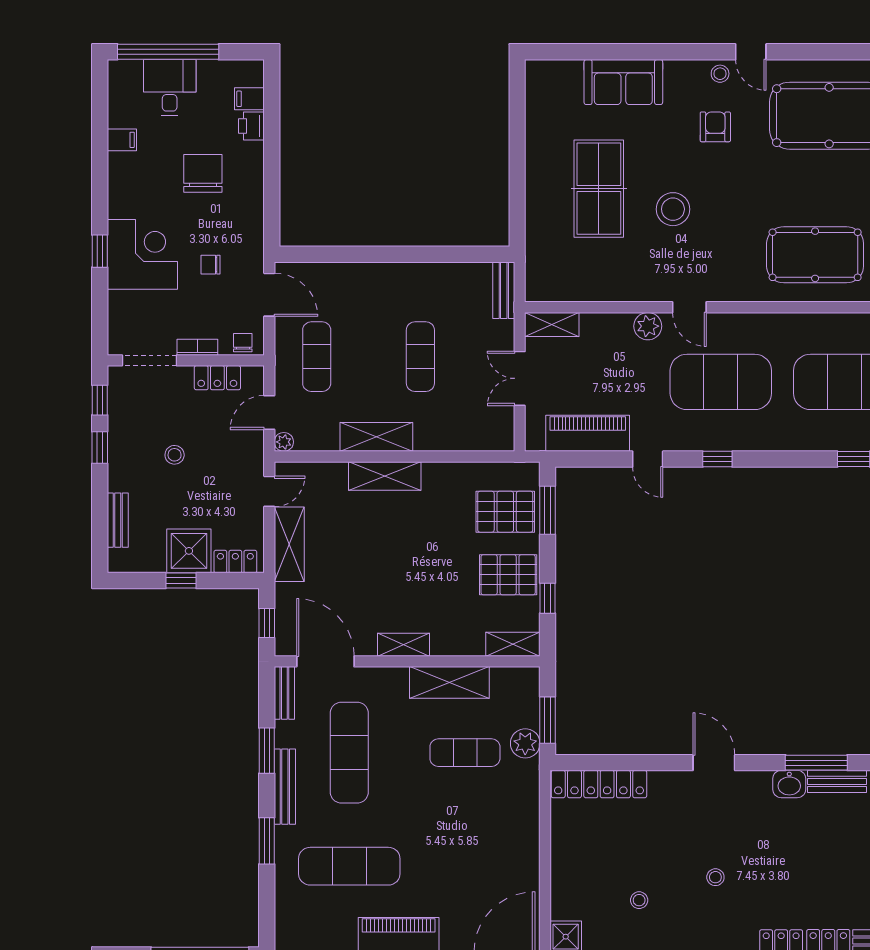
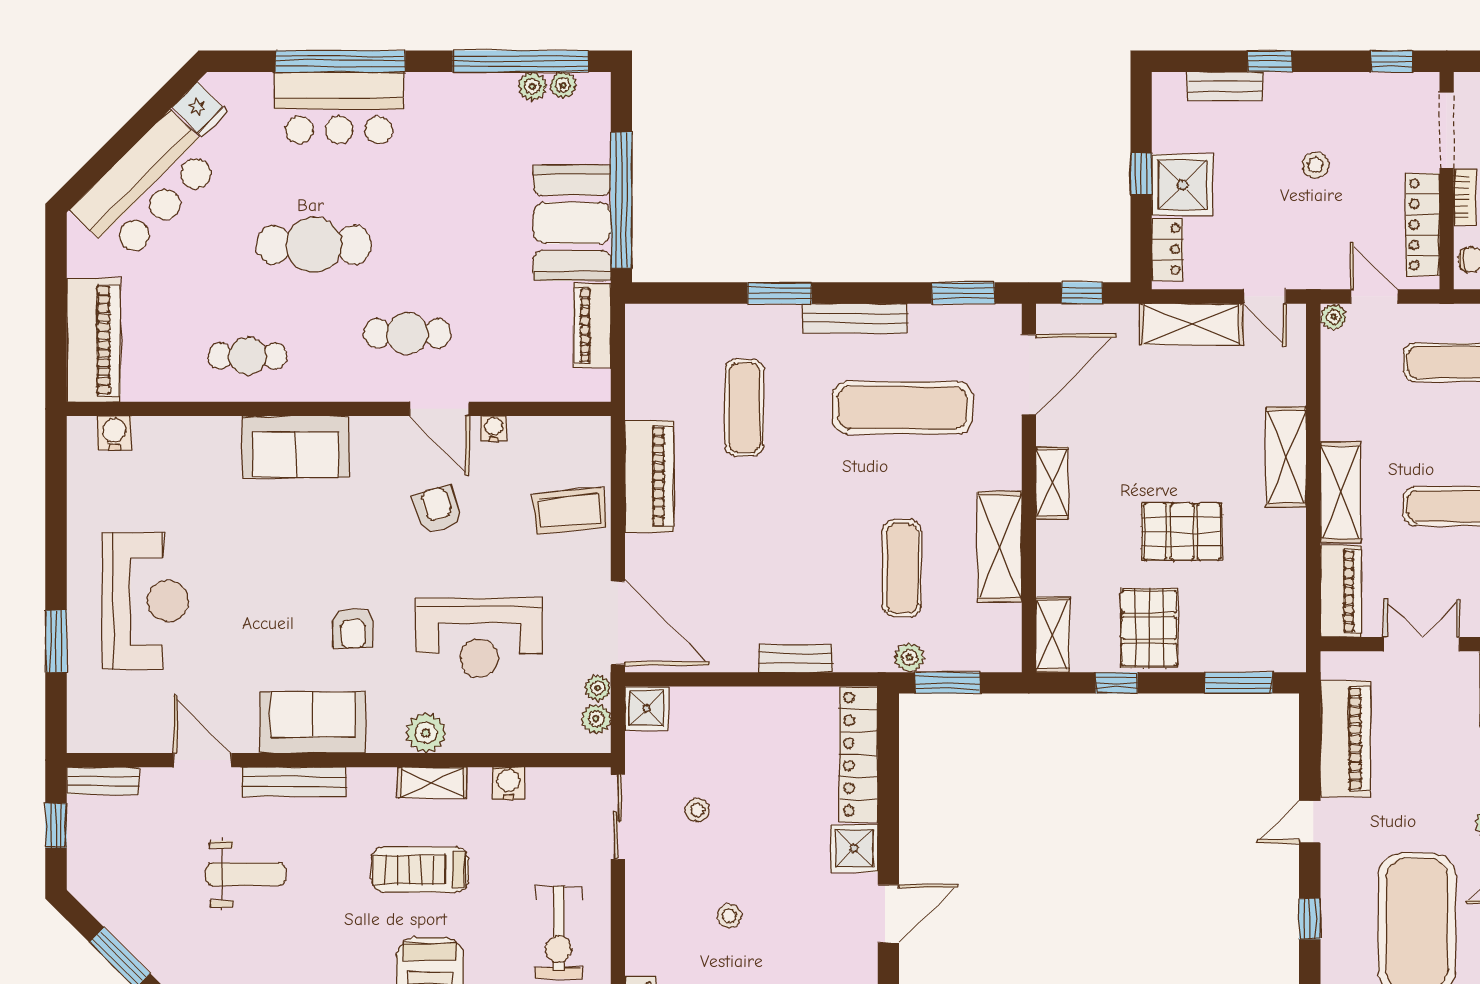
locker: (217, 378) -> (1423, 224), width x1.53
shelving: (376, 437) -> (1340, 492), moved
piano: (482, 437) -> (1341, 591), added
window: (100, 448) -> (1270, 61), moved
pallet: (505, 512) -> (1182, 532), moved, turned 90
bench: (284, 693) -> (796, 658), moved
plant: (525, 743) -> (909, 657), width x0.73, depth x0.73
window: (267, 751) -> (963, 293), moved
shower: (667, 787) -> (854, 848), added
exercise mat: (349, 866) -> (745, 408), width x0.73, depth x0.69

